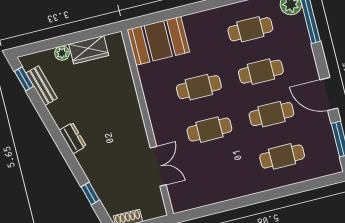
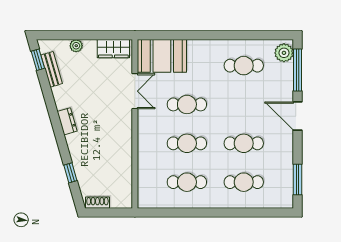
wardrobe: (89, 50) -> (113, 49), moved
cafe table: (261, 72) -> (187, 182), moved
door: (329, 94) -> (297, 116), moved
double door: (158, 166) -> (135, 91), moved

